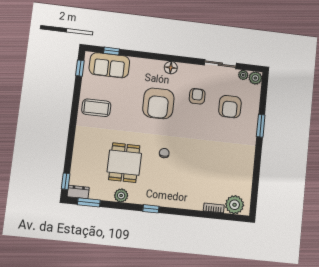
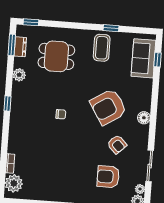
window: (80, 68) -> (111, 28), moved
armchair: (197, 96) -> (117, 144), turned 46
armchair: (158, 103) -> (108, 107), turned -32
dining table: (124, 163) -> (56, 56), moved
dresser: (78, 192) -> (20, 47), moved

